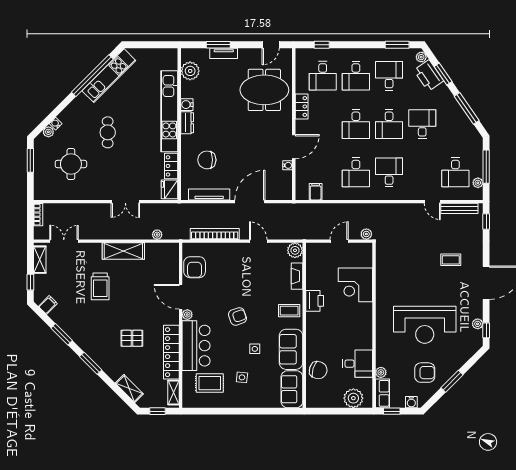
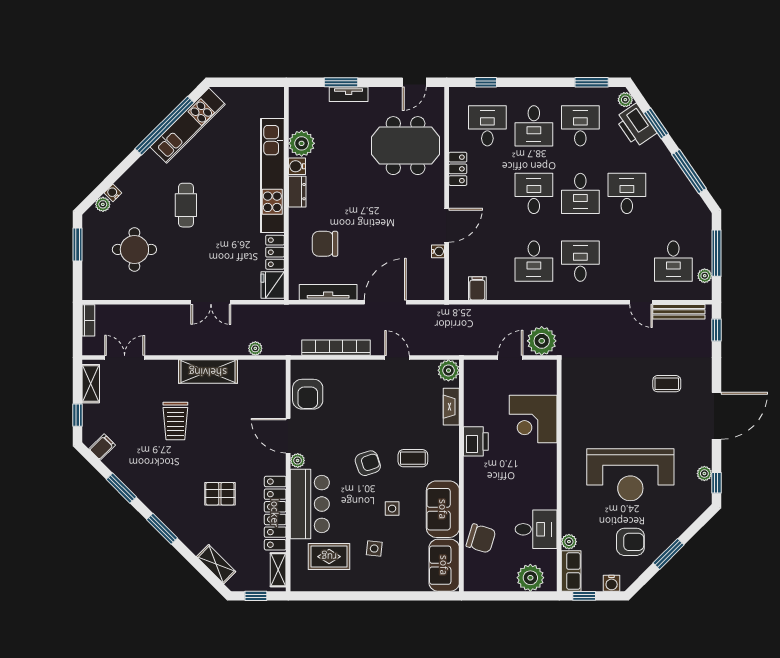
plant: (190, 71) -> (302, 143), moved
desk: (323, 76) -> (487, 126), turned 180
desk: (356, 124) -> (534, 193), turned 180
plant: (366, 234) -> (542, 341), width x1.87, depth x1.87
coffee table: (289, 311) -> (413, 458), moved

